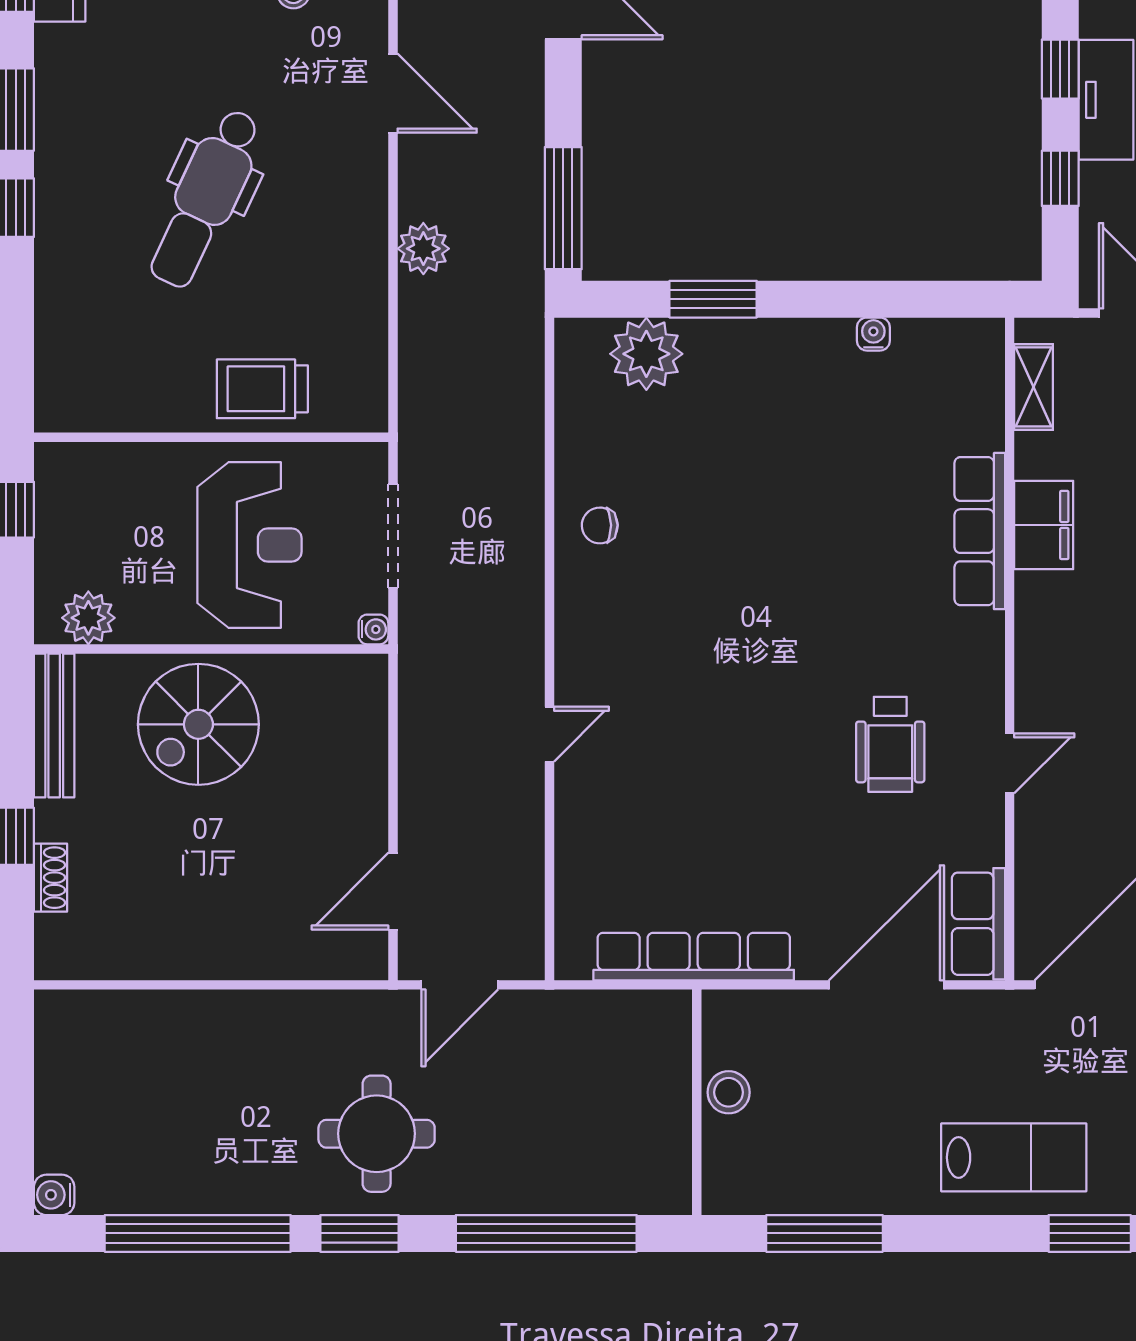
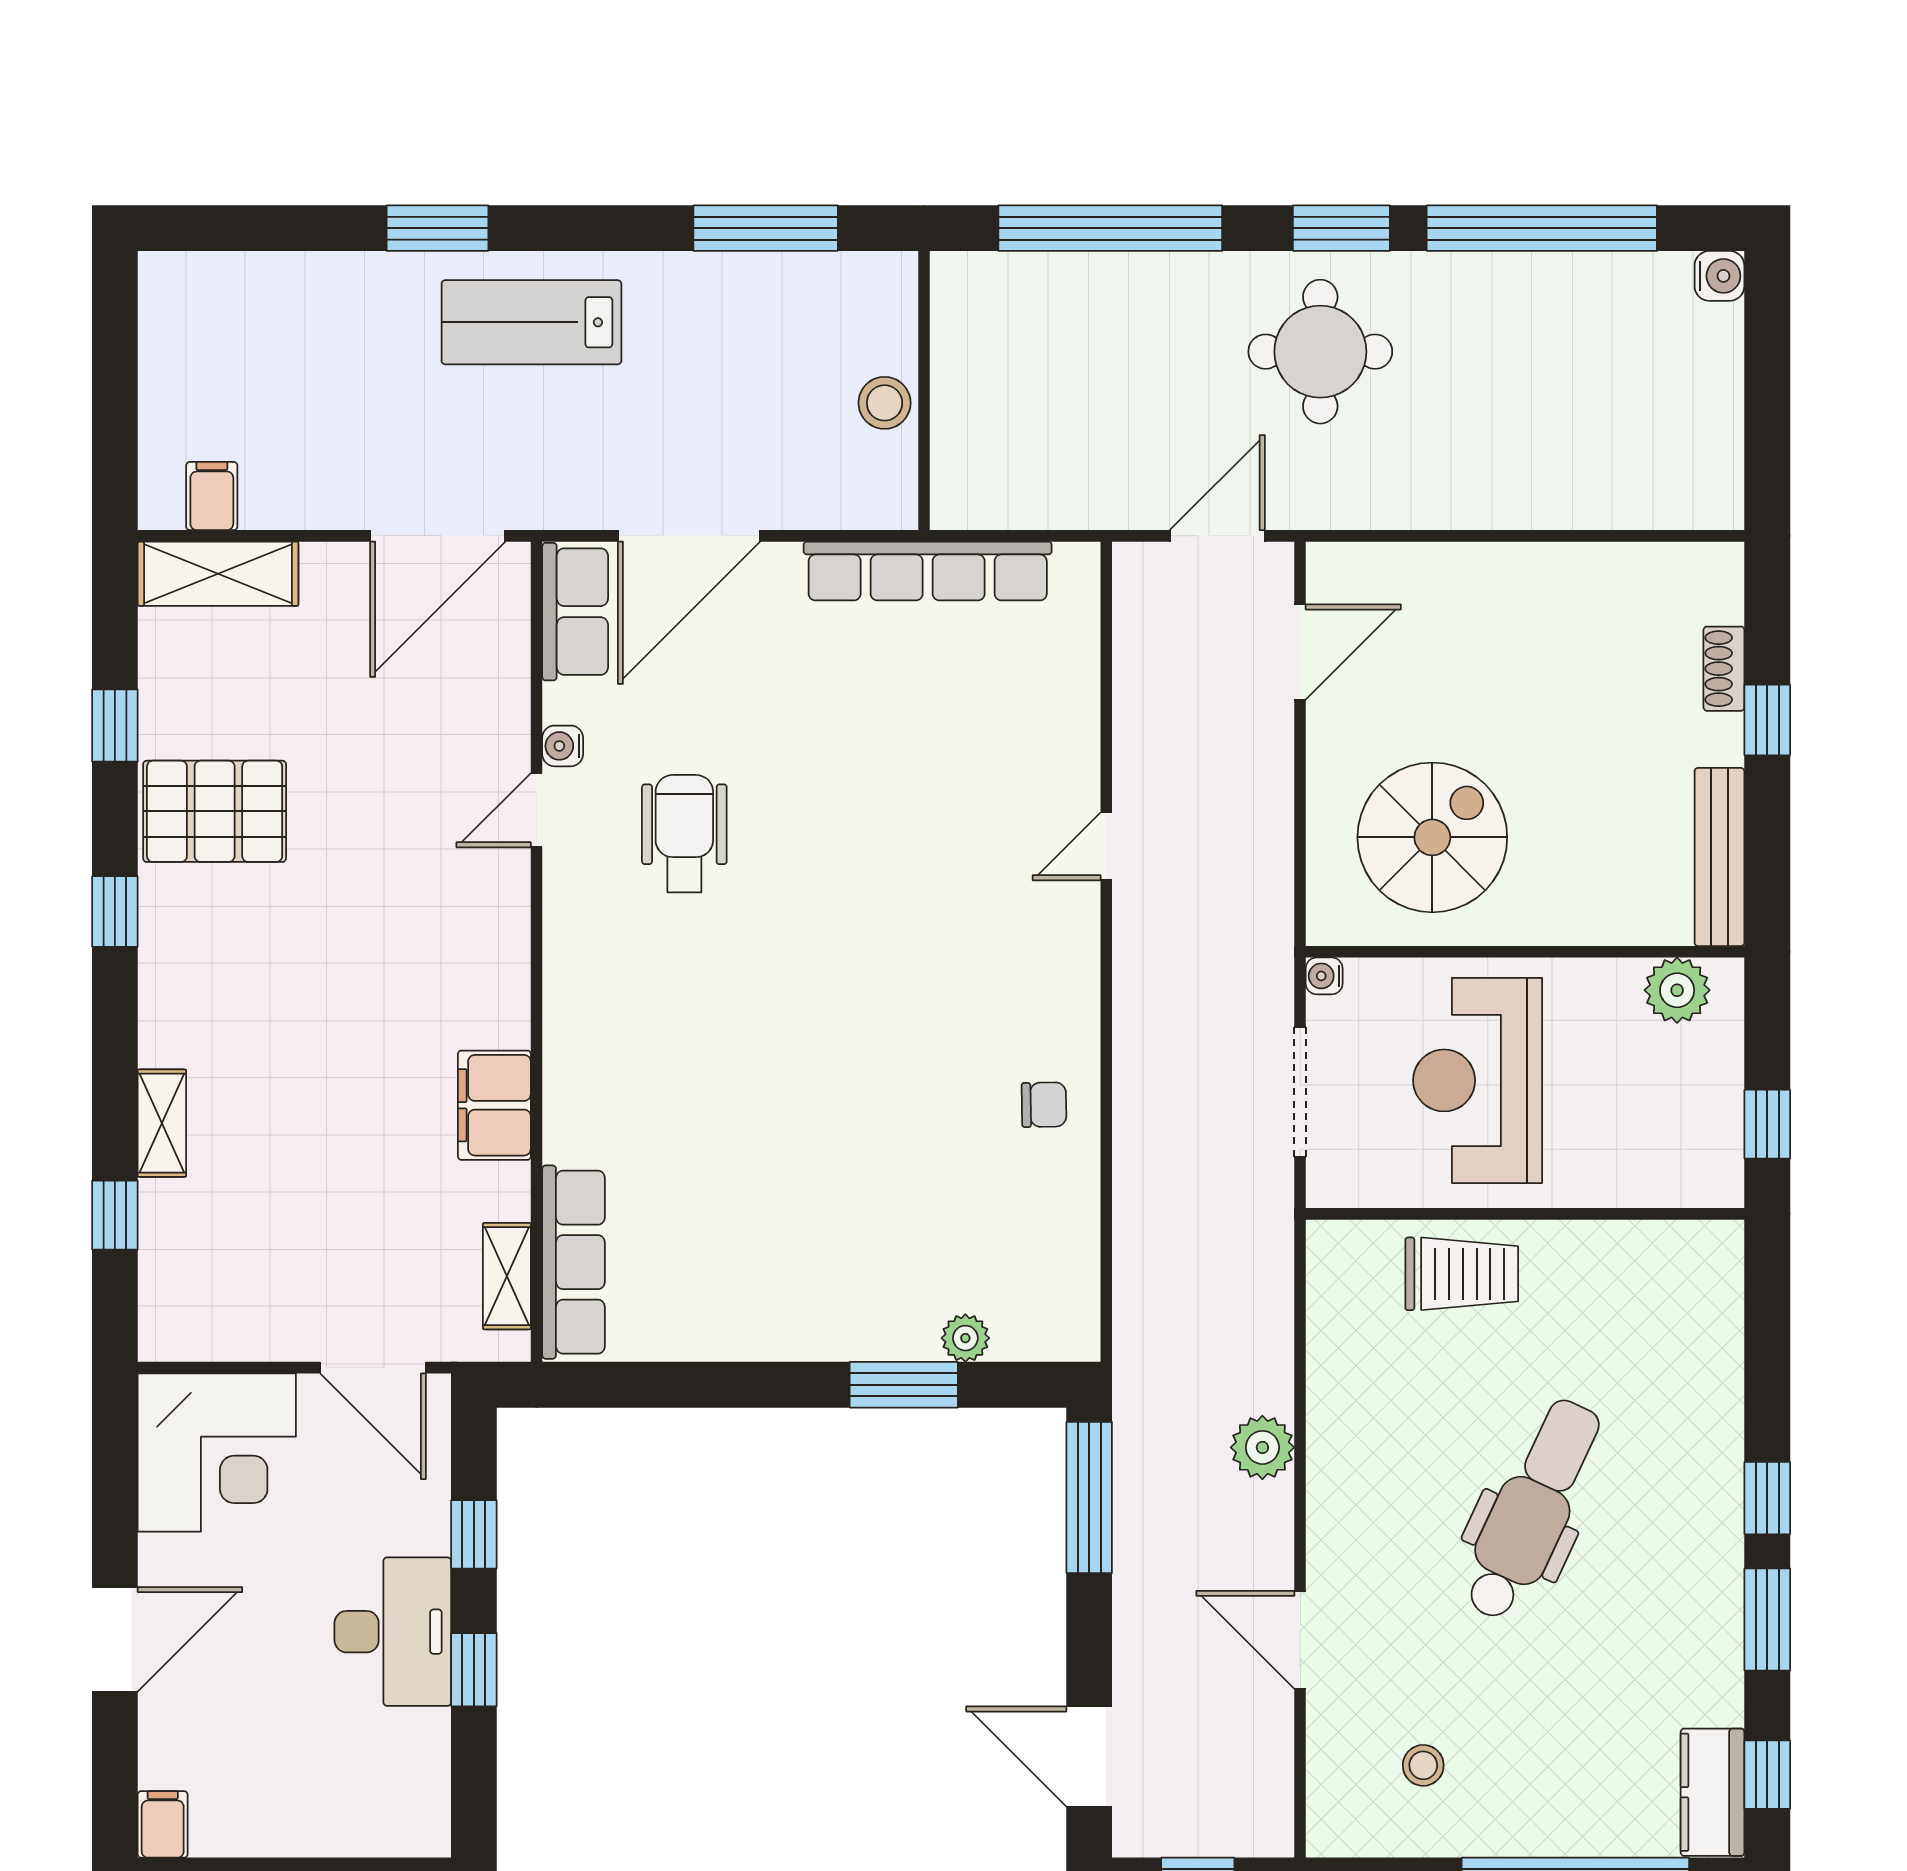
water cooler: (873, 334) -> (563, 746), moved, turned 90
plant: (646, 354) -> (965, 1338), width x0.53, depth x0.53
row of seats: (980, 531) -> (574, 1262), moved
spiral stairs: (198, 724) -> (1432, 837), moved

